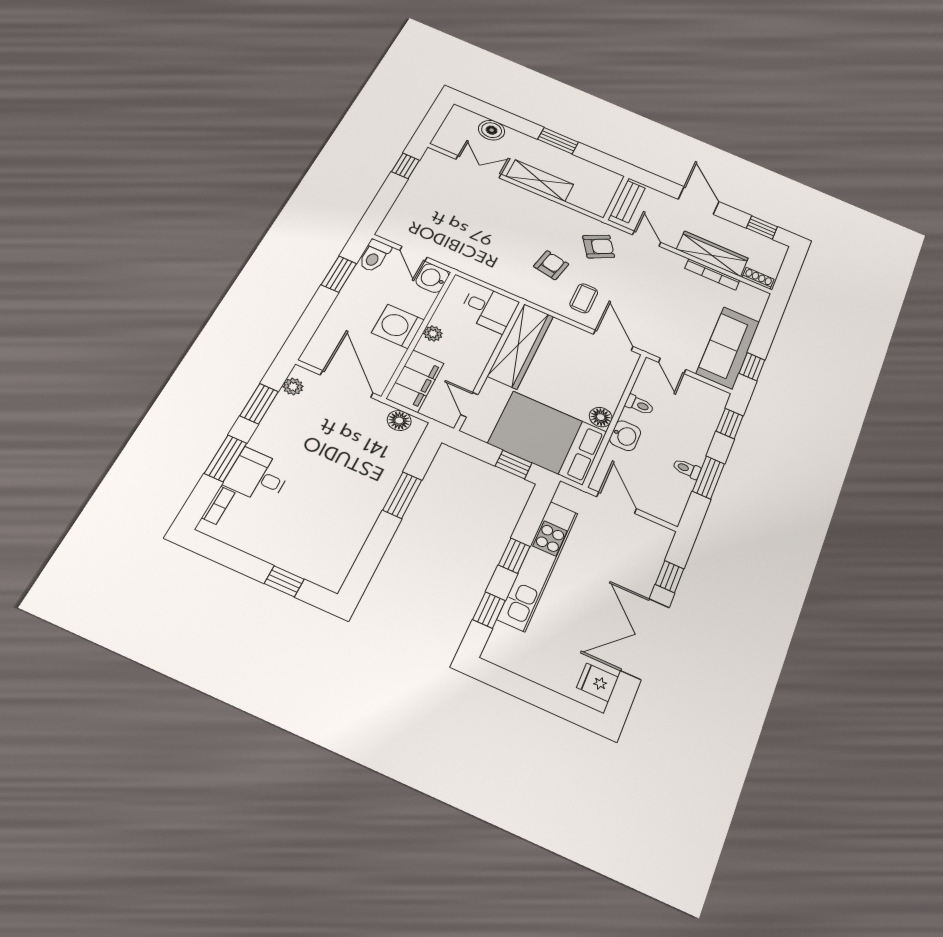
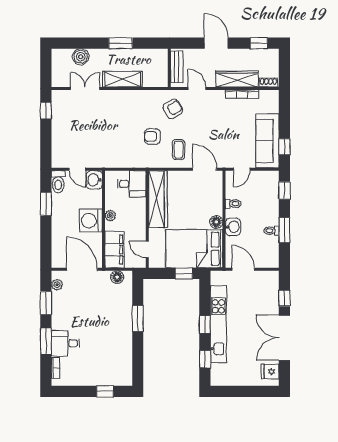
armchair: (551, 265) -> (152, 136), turned -101
door: (672, 366) -> (242, 169), hinge flipped

